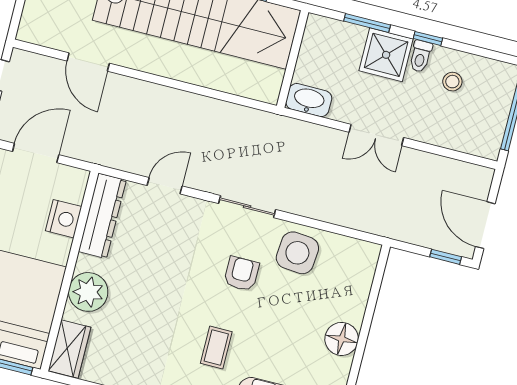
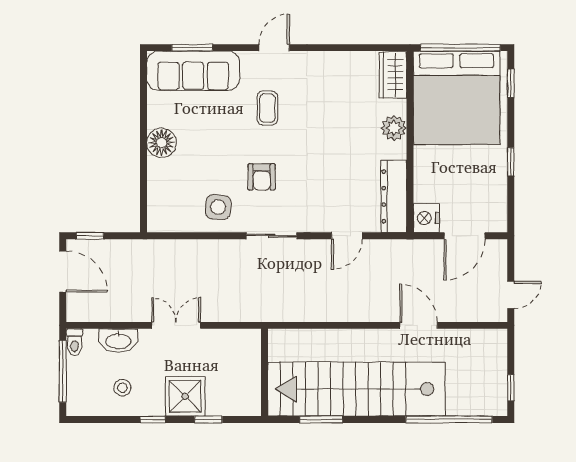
window: (367, 23) -> (208, 419), width x0.67
toilet: (421, 56) -> (74, 342), moved, turned 180
door: (88, 62) -> (419, 325), moved
washbasin: (309, 100) -> (118, 341), moved
nightstand: (64, 219) -> (426, 218), moved
side table: (297, 253) -> (218, 207), width x0.73, depth x0.73
plant: (88, 292) -> (394, 128), width x0.73, depth x0.73

